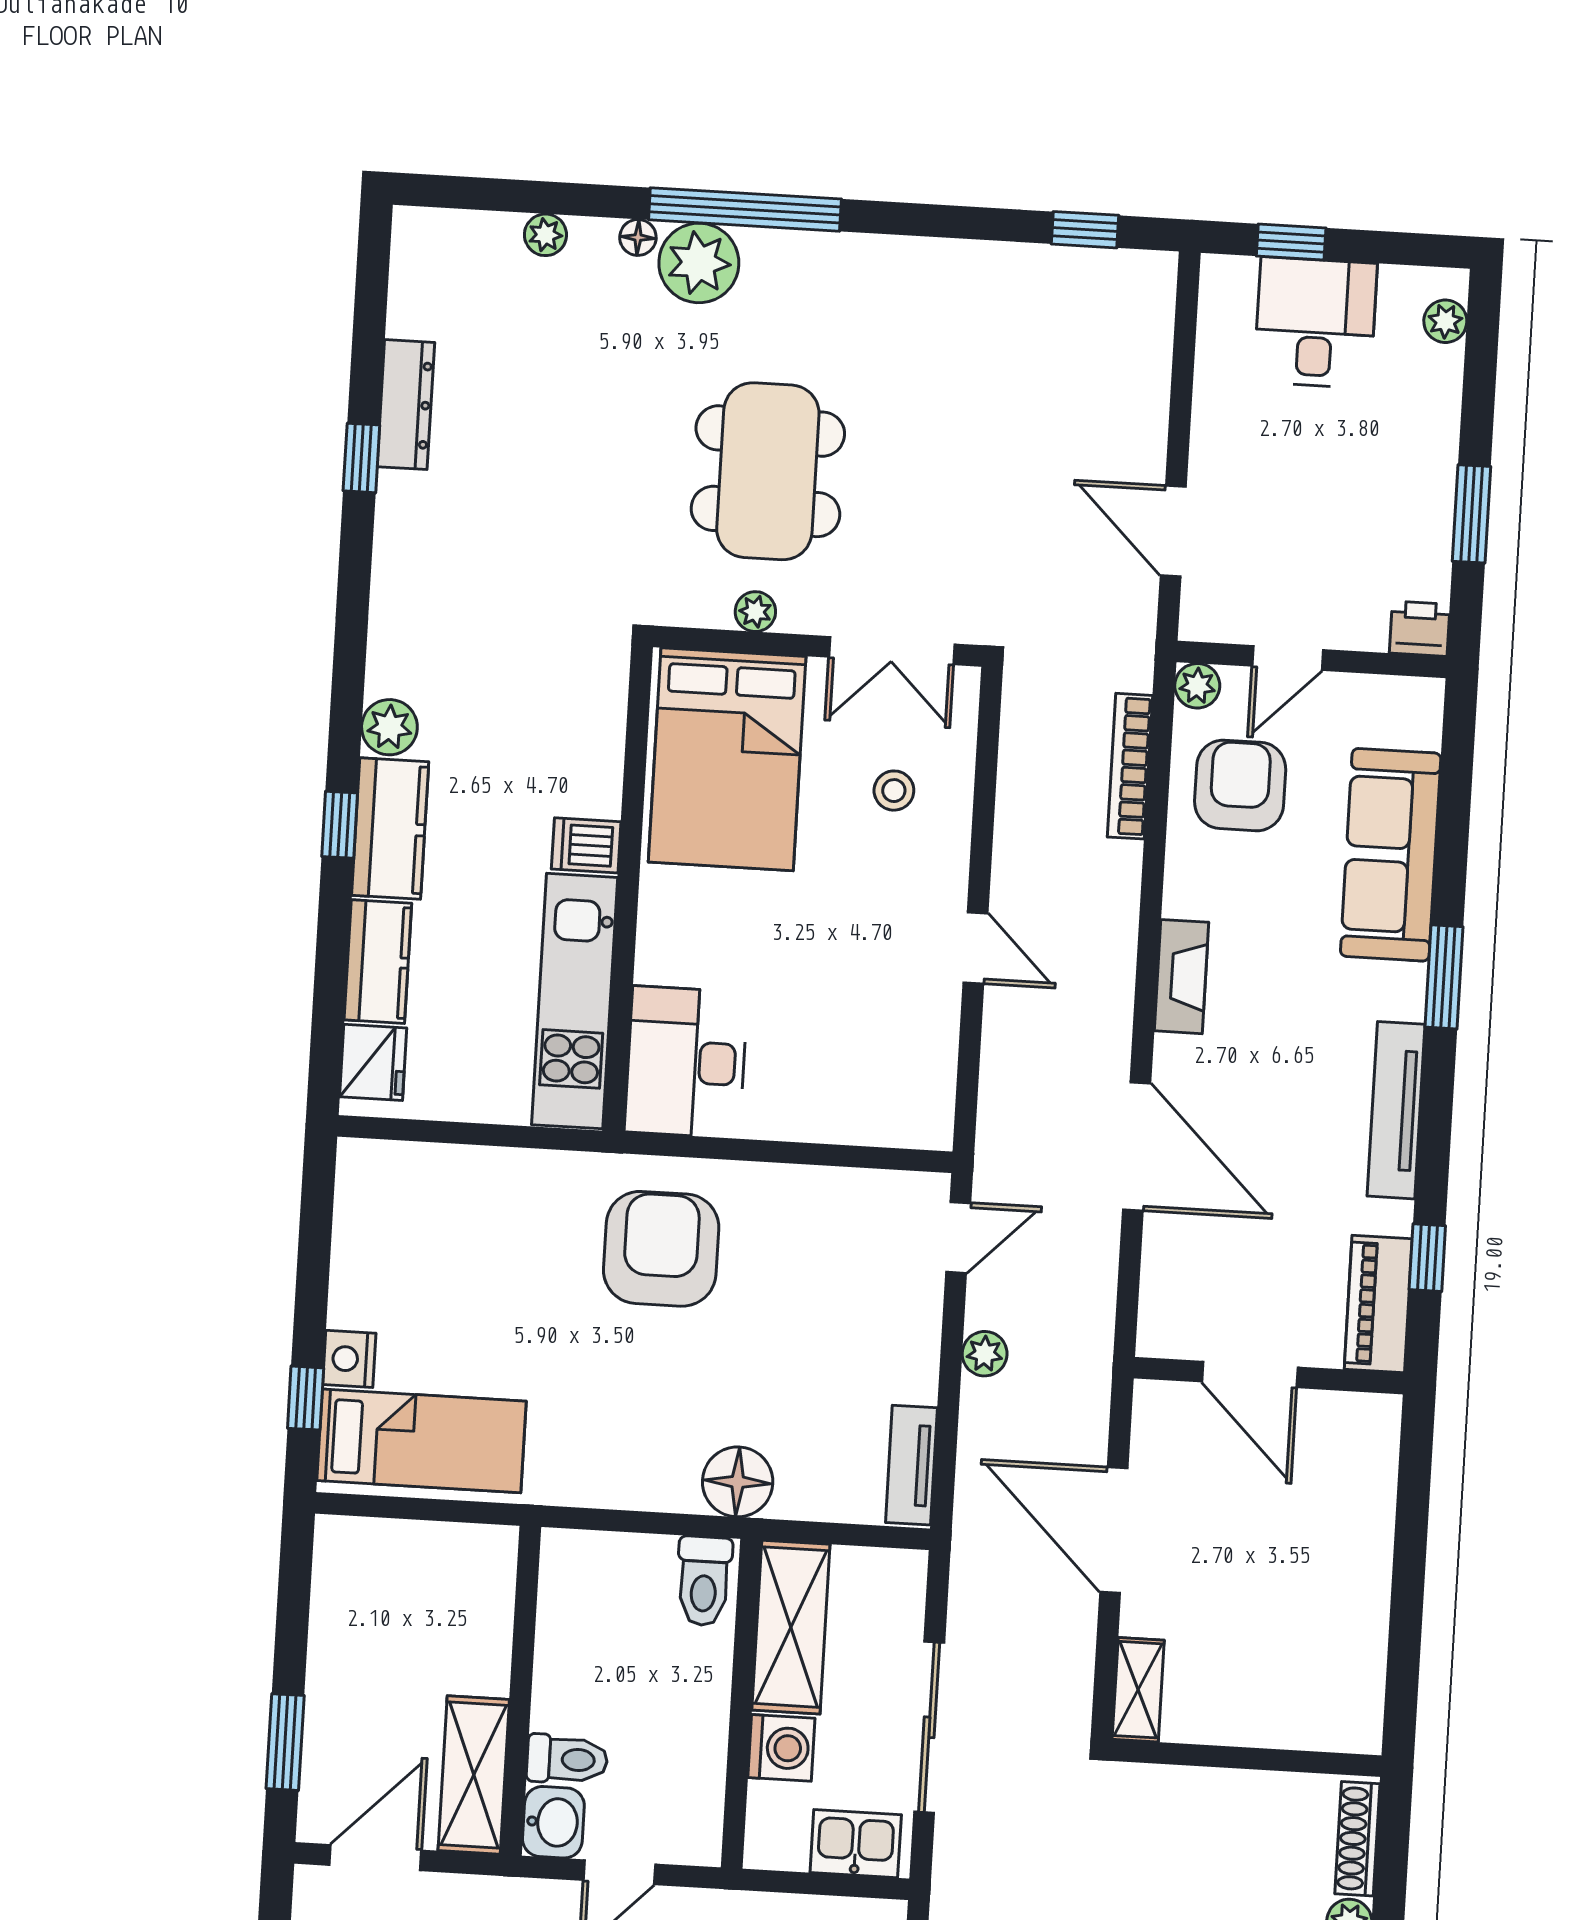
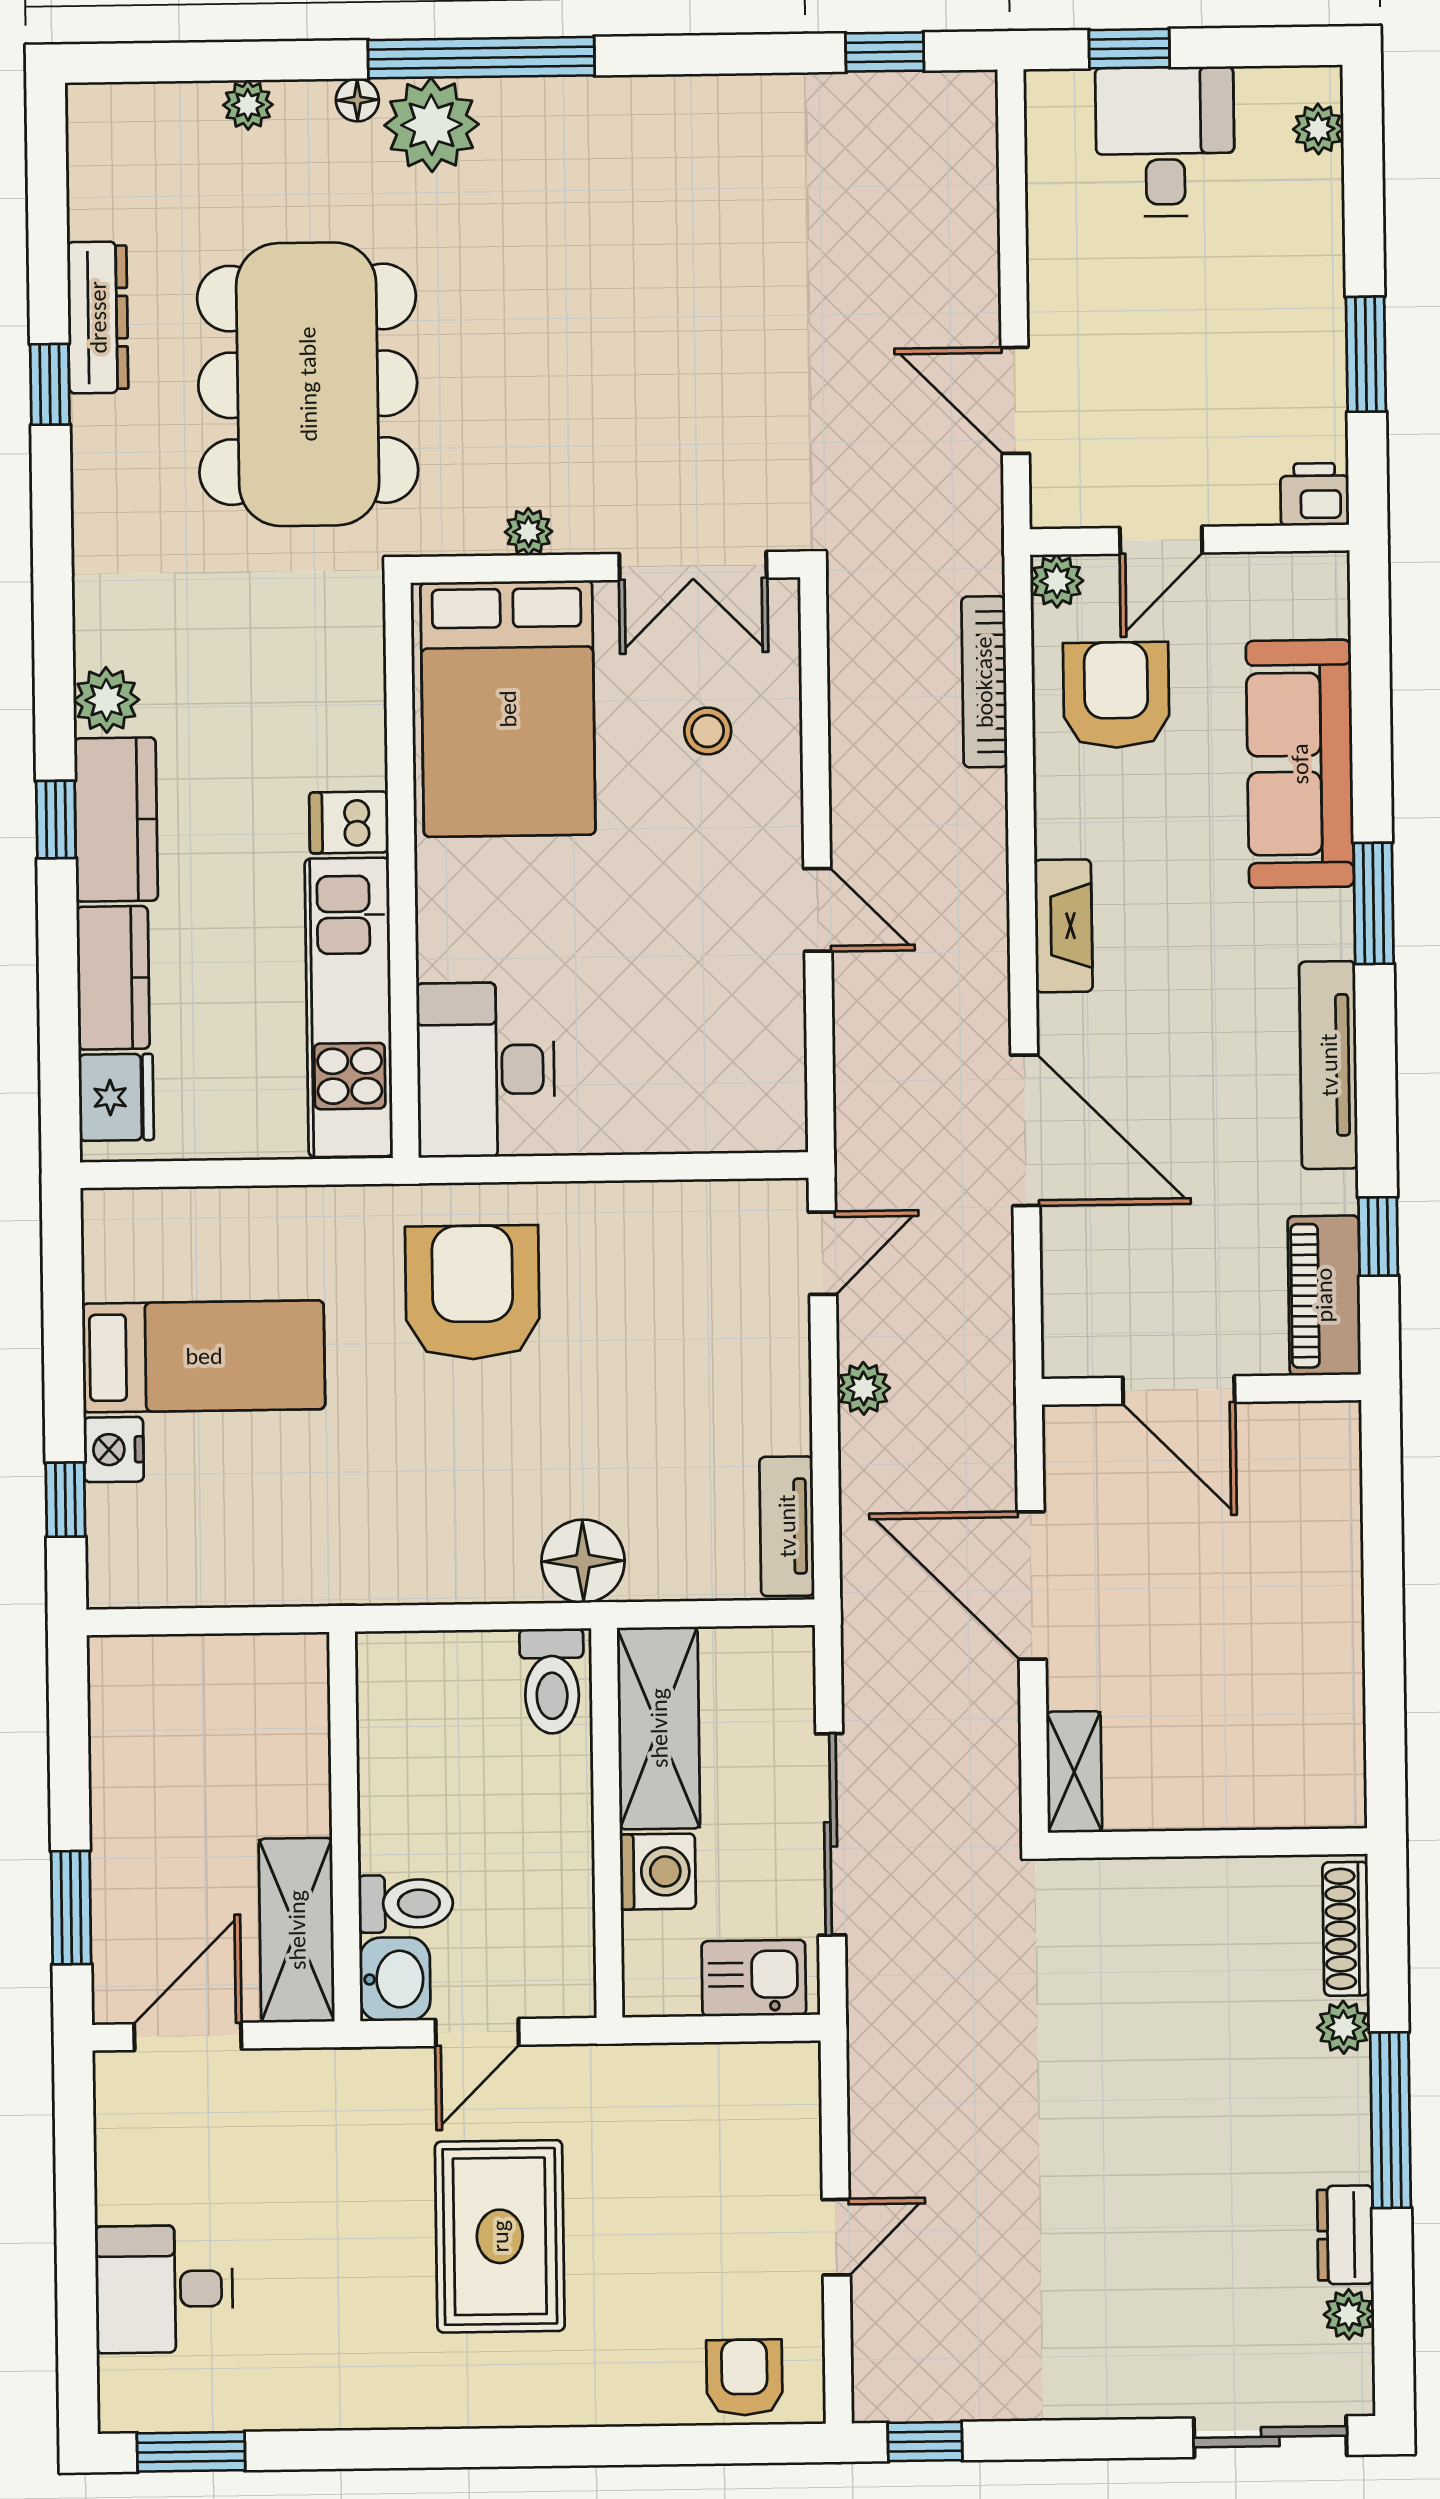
dining table: (768, 471) -> (308, 384), moved, width x1.36, depth x1.24
bed: (421, 1441) -> (204, 1356), moved

